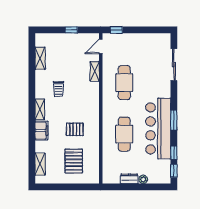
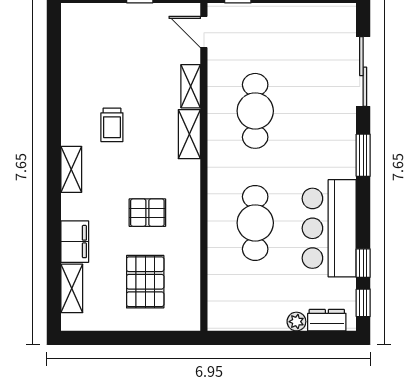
door: (101, 46) -> (204, 32), hinge flipped
shelving: (40, 58) -> (189, 134), moved
window: (174, 120) -> (363, 155), moved
bar counter: (158, 128) -> (329, 228), width x0.73
filing cabinet: (41, 131) -> (75, 242), moved
dresser: (129, 179) -> (327, 320), moved

